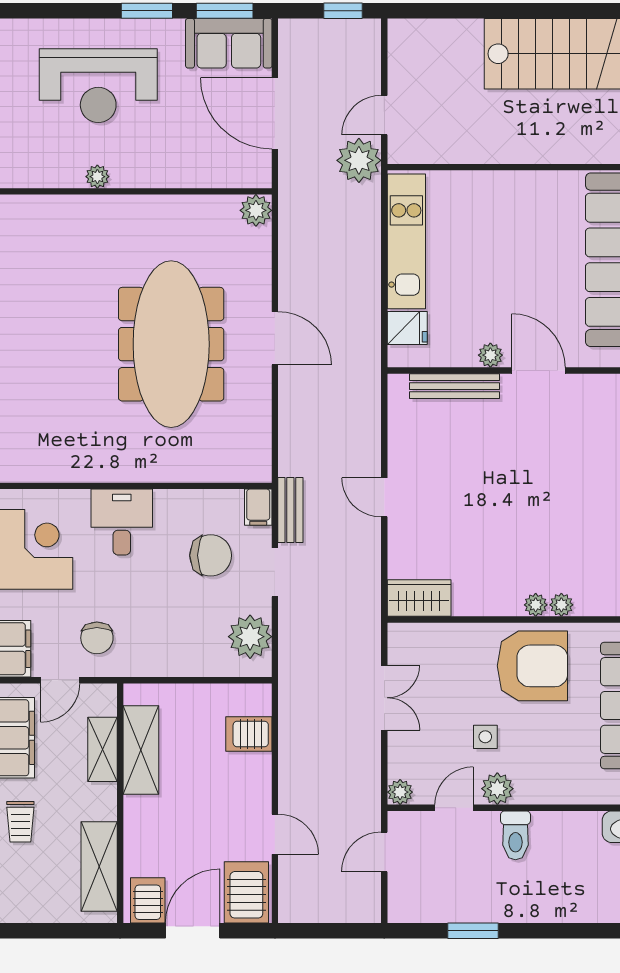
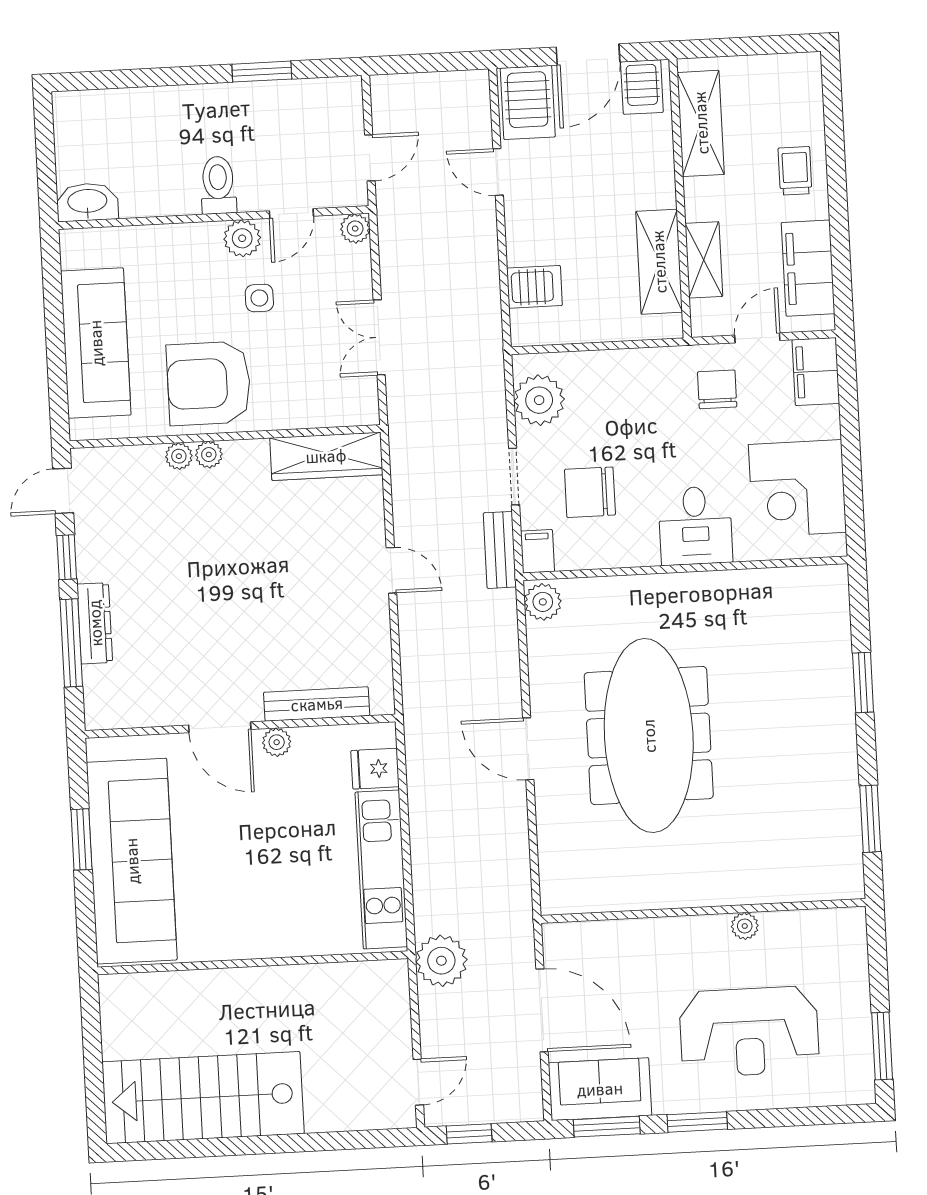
reception desk: (98, 86) -> (749, 1032), turned 180
door: (384, 115) -> (418, 1082), moved
plant: (256, 210) -> (543, 602), moved
wardrobe: (419, 598) -> (326, 456), width x1.50

